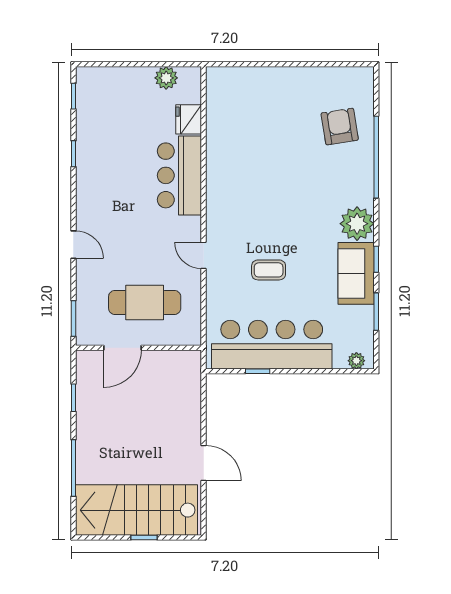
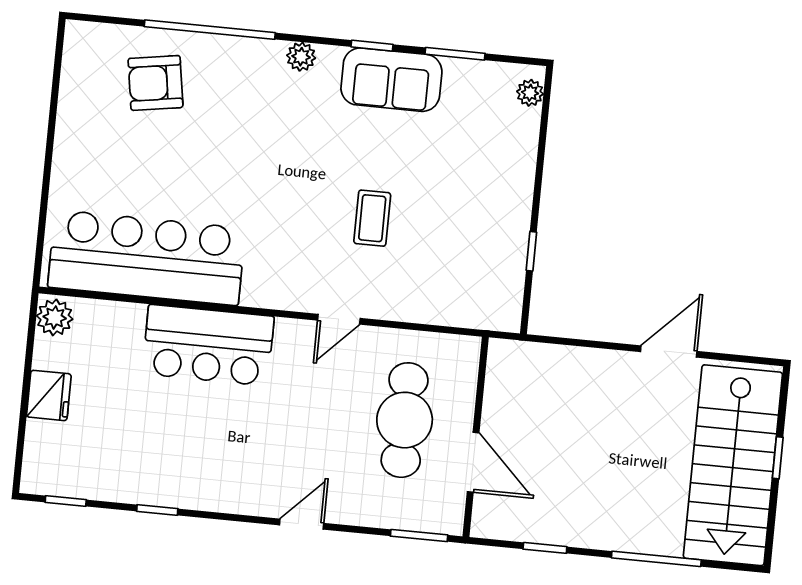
plant: (166, 78) -> (55, 317), moved
fridge: (189, 119) -> (49, 395), moved, turned -90
plant: (357, 224) -> (301, 57), width x0.53, depth x0.53
bar counter: (272, 345) -> (147, 258), moved, turned 90

